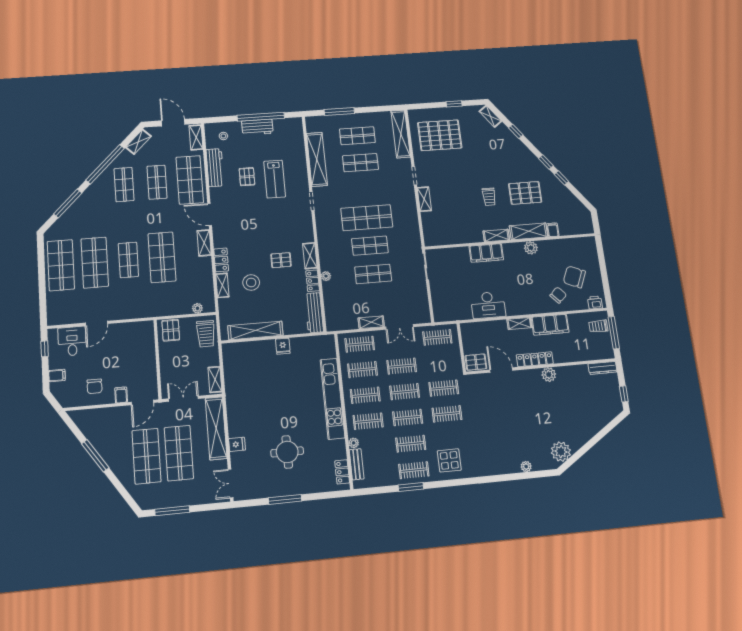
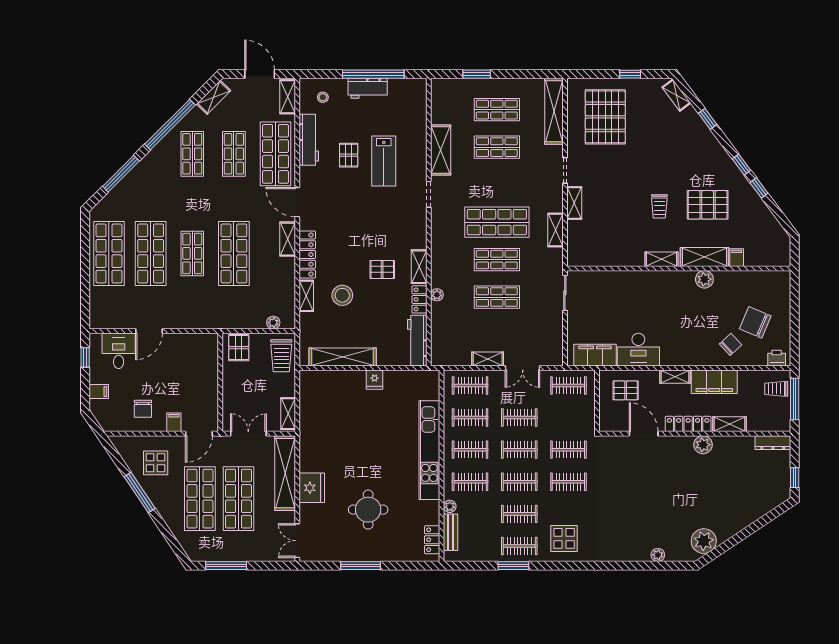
window: (339, 112) -> (477, 74), width x0.69
pallet: (440, 135) -> (605, 117), turned 90
shelving: (317, 159) -> (441, 150), width x0.68
shelving: (412, 220) -> (555, 230), added
filing cabinet: (486, 253) -> (595, 355), moved, turned 180
locker: (221, 260) -> (307, 255), width x1.53
shelving: (567, 357) -> (730, 424), added
pallet: (476, 362) -> (626, 390), moved
display table: (107, 430) -> (156, 463), added
fridge: (237, 444) -> (312, 488), width x1.88, depth x1.34

